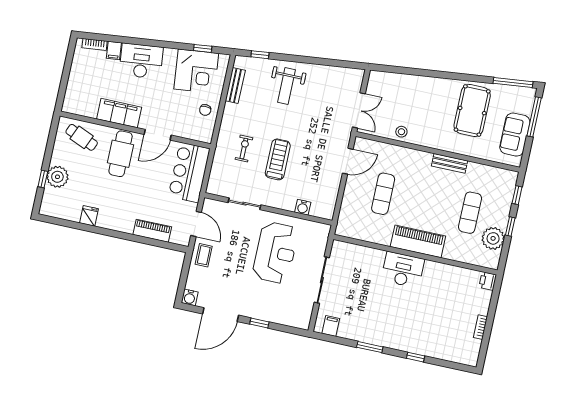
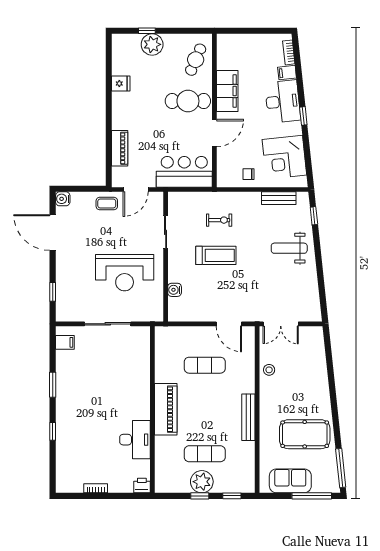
window: (203, 48) -> (303, 116), moved
door: (158, 135) -> (214, 133), swing flipped
bench: (450, 163) -> (248, 417), width x1.36
plant: (493, 238) -> (202, 482), moved
desk: (403, 270) -> (135, 440), moved
window: (259, 323) -> (53, 292), moved

